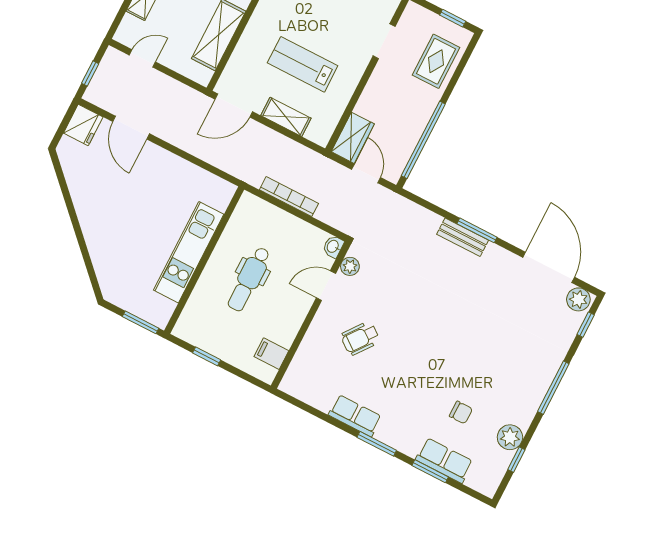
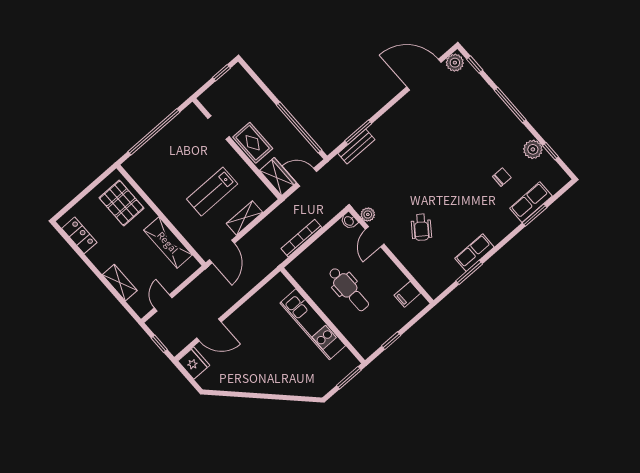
rug: (436, 61) -> (253, 143), moved
window: (477, 230) -> (358, 132), moved
bench: (463, 237) -> (356, 146), moved
window: (377, 444) -> (469, 272), moved

